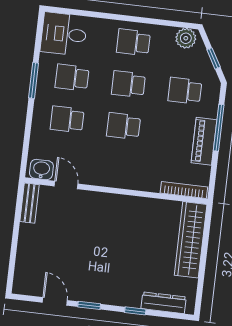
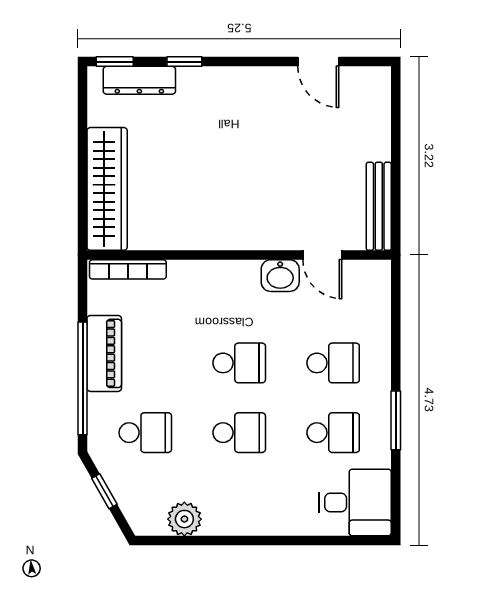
plant: (186, 38) -> (184, 519), moved
school desk: (133, 42) -> (239, 502), removed
window: (219, 128) -> (83, 378), width x1.46
washbasin: (41, 170) -> (280, 276), moved
bench: (30, 203) -> (379, 206), width x1.36
window: (89, 305) -> (115, 62), moved

